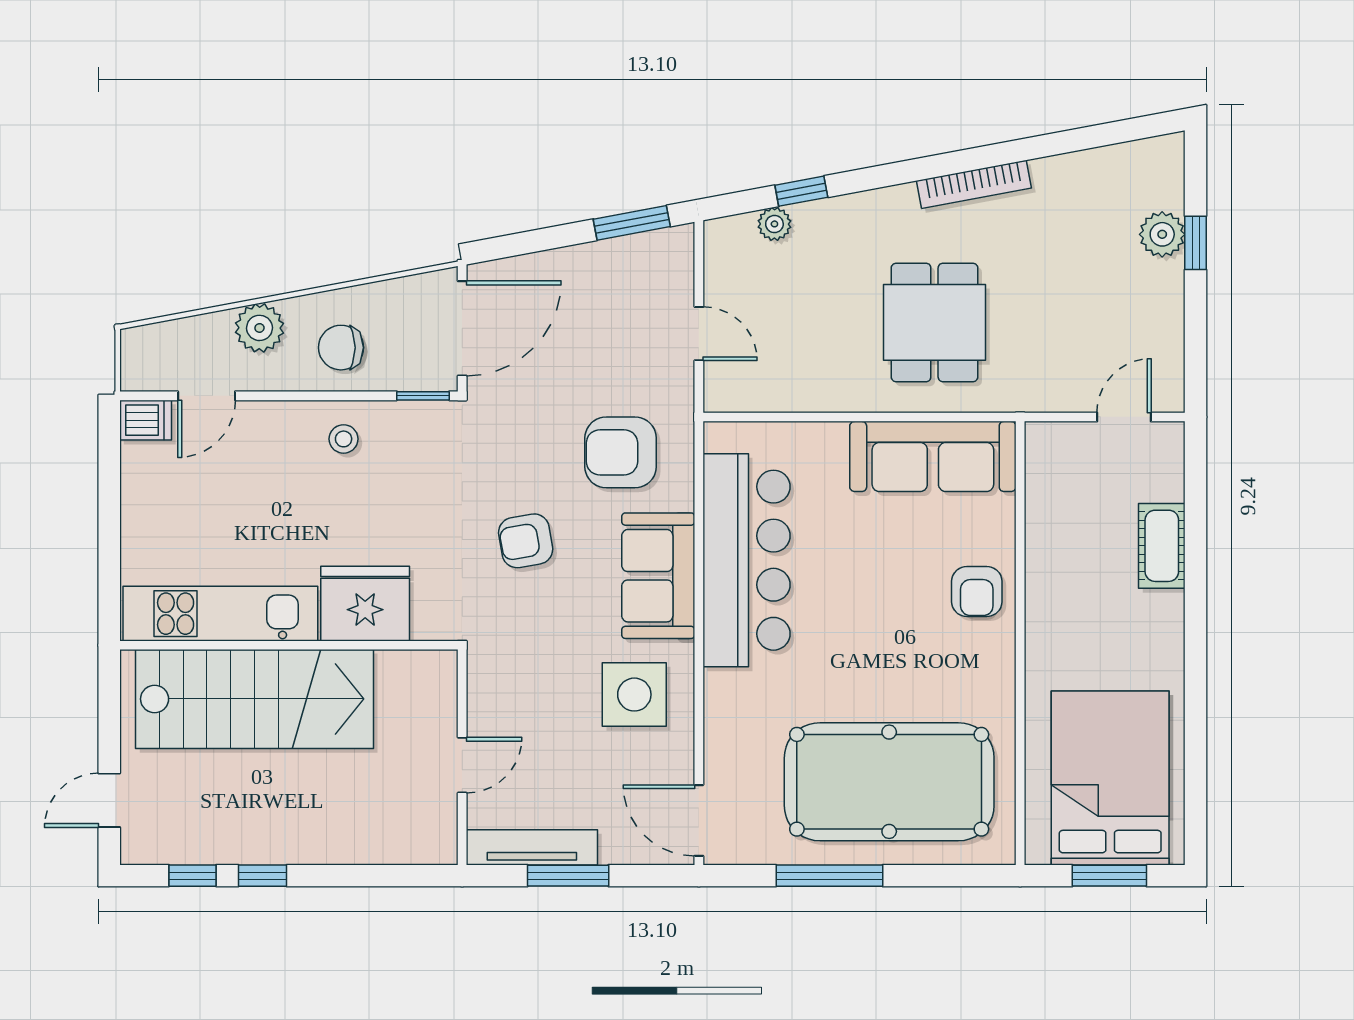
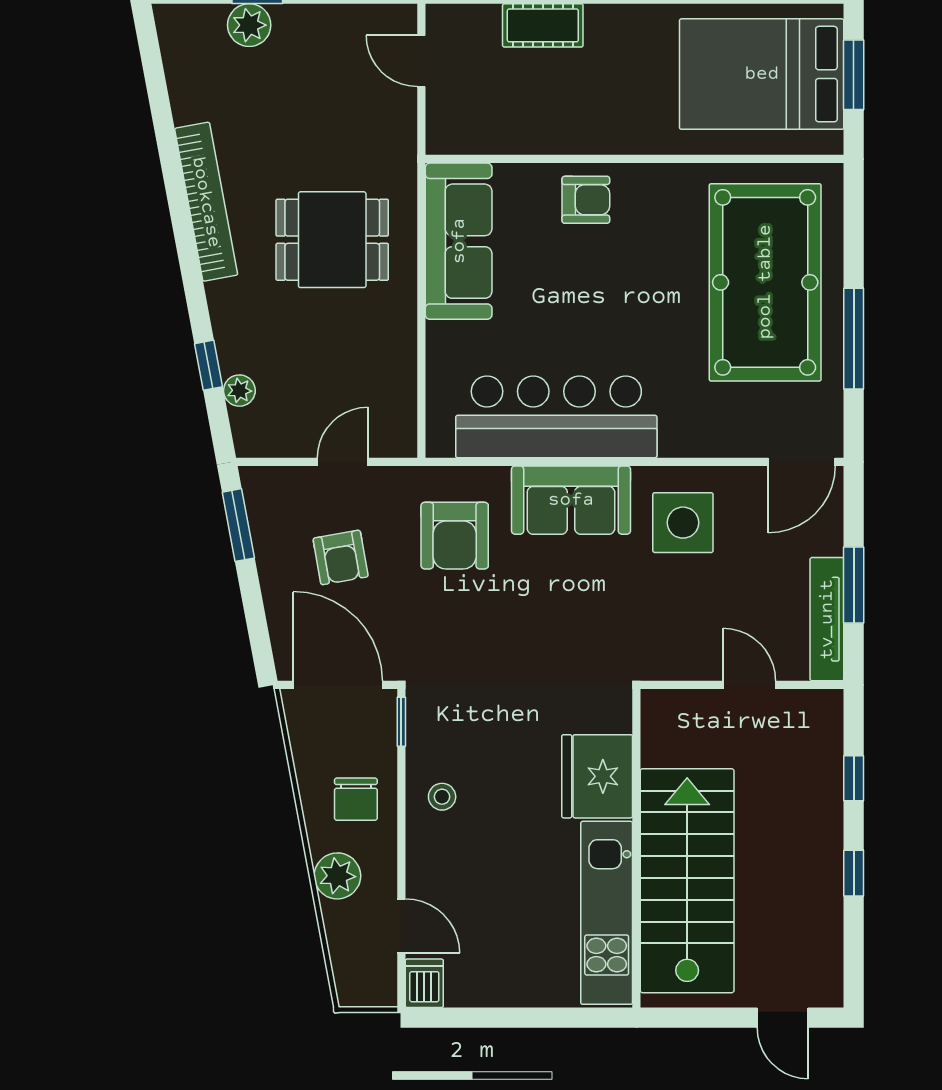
bookcase: (974, 184) -> (206, 202), width x1.48, depth x1.31
armchair: (526, 541) -> (341, 557), moved
window: (192, 876) -> (854, 778), moved

